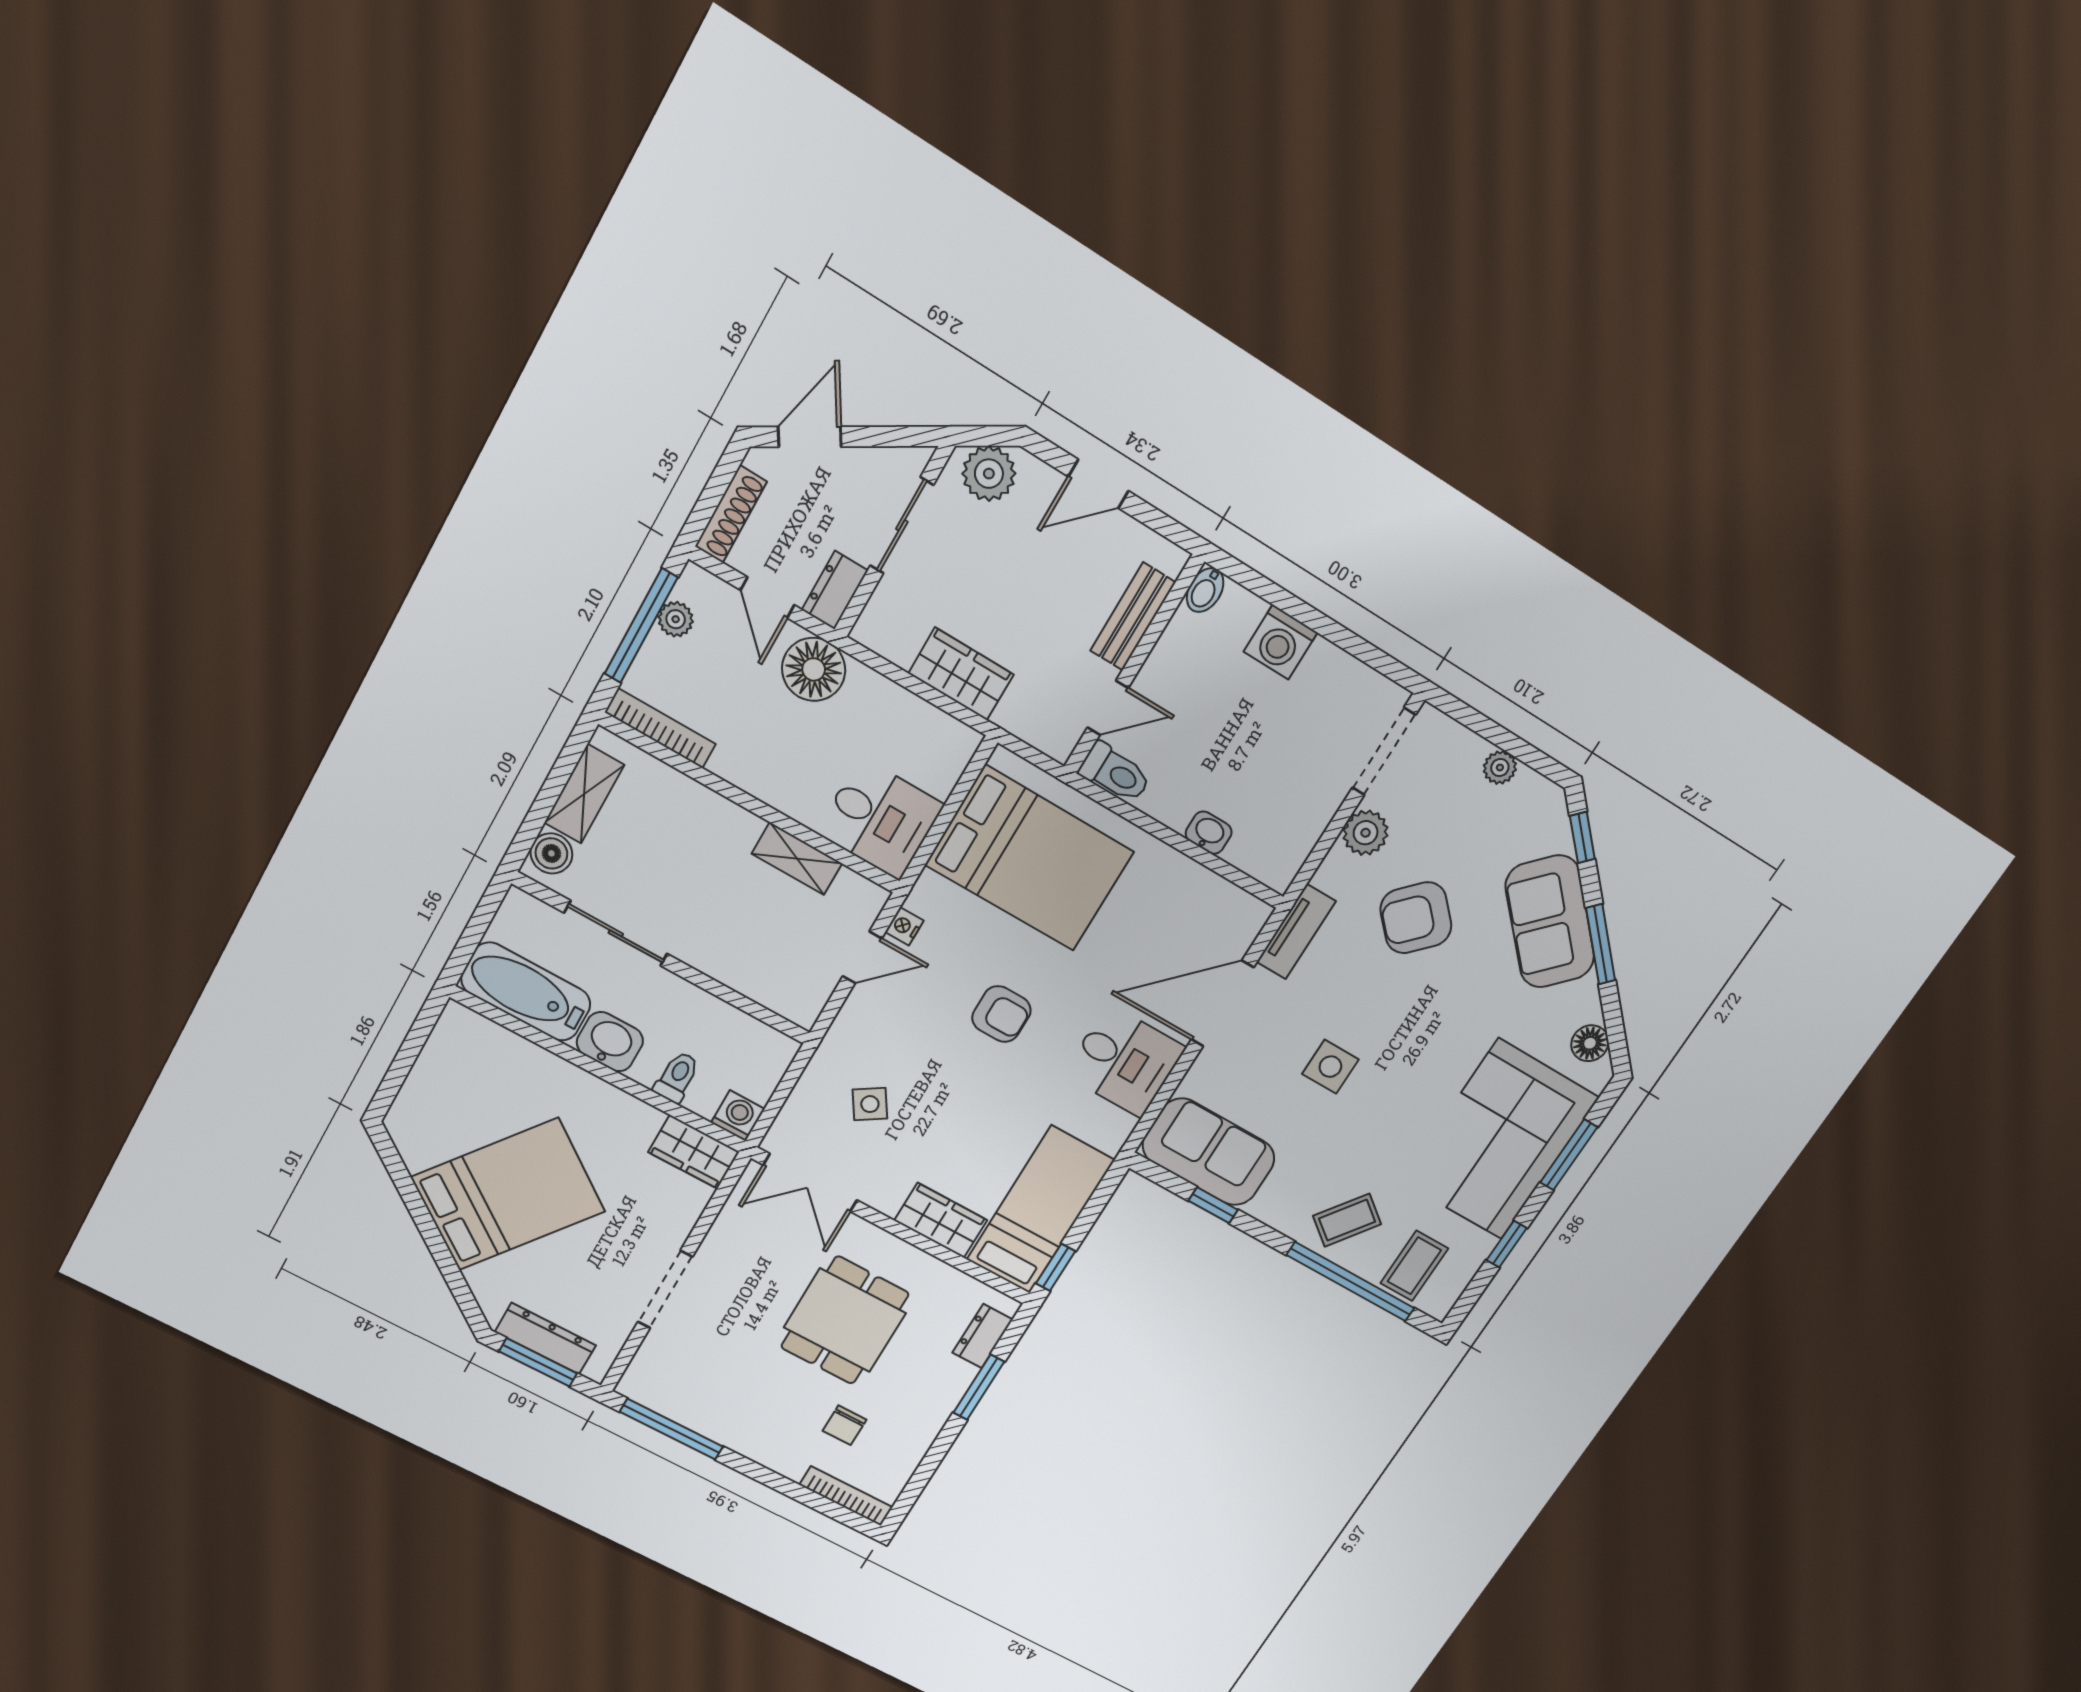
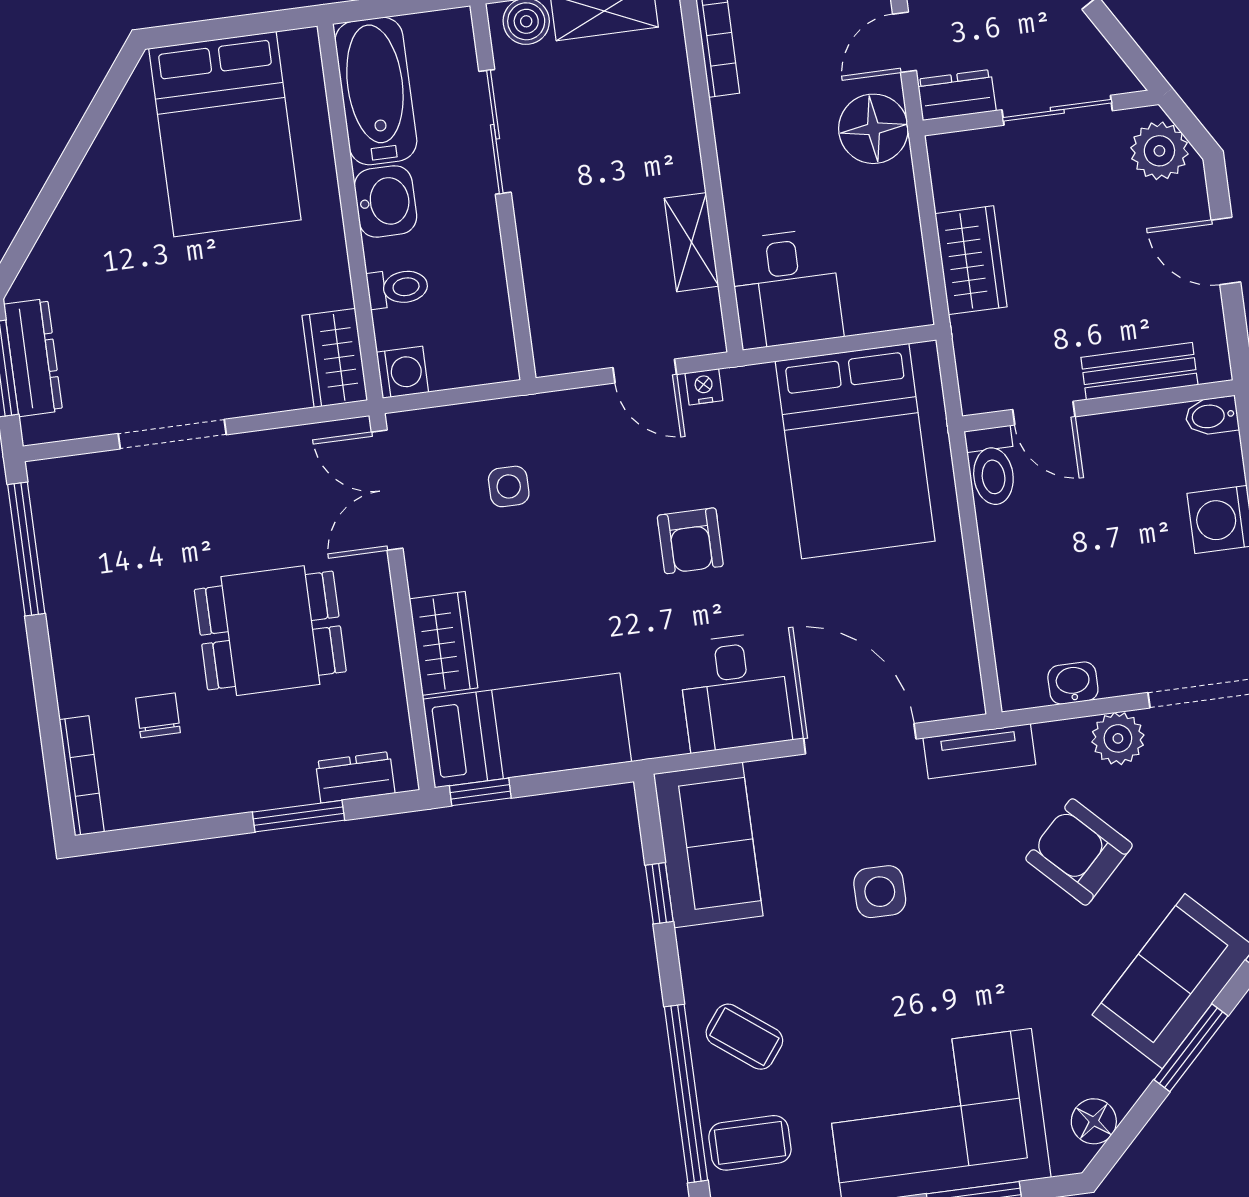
washbasin: (1209, 833) -> (1073, 683), moved, turned -90
side table: (870, 1104) -> (509, 486), turned 33
bed: (508, 1194) -> (225, 134), moved, turned 53
chair: (845, 1425) -> (158, 715), turned 90

